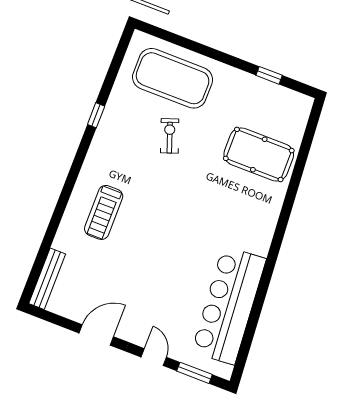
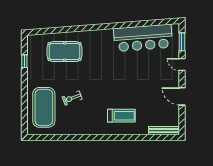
window: (96, 115) -> (76, 137), removed
pool table: (259, 154) -> (65, 52), turned 90
door: (154, 357) -> (182, 64), hinge flipped

